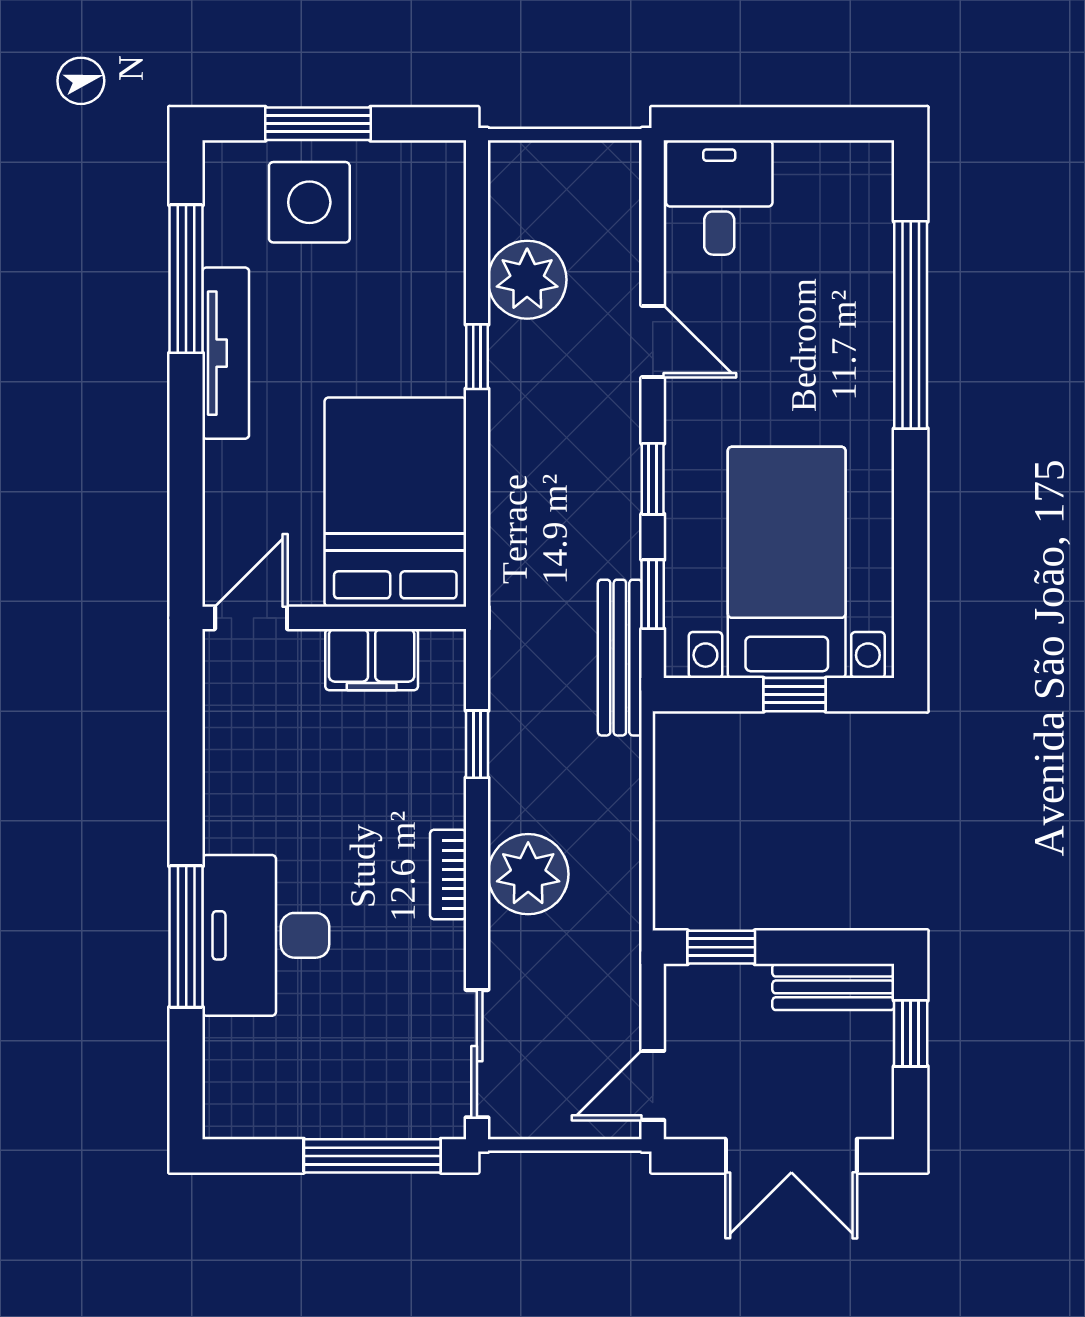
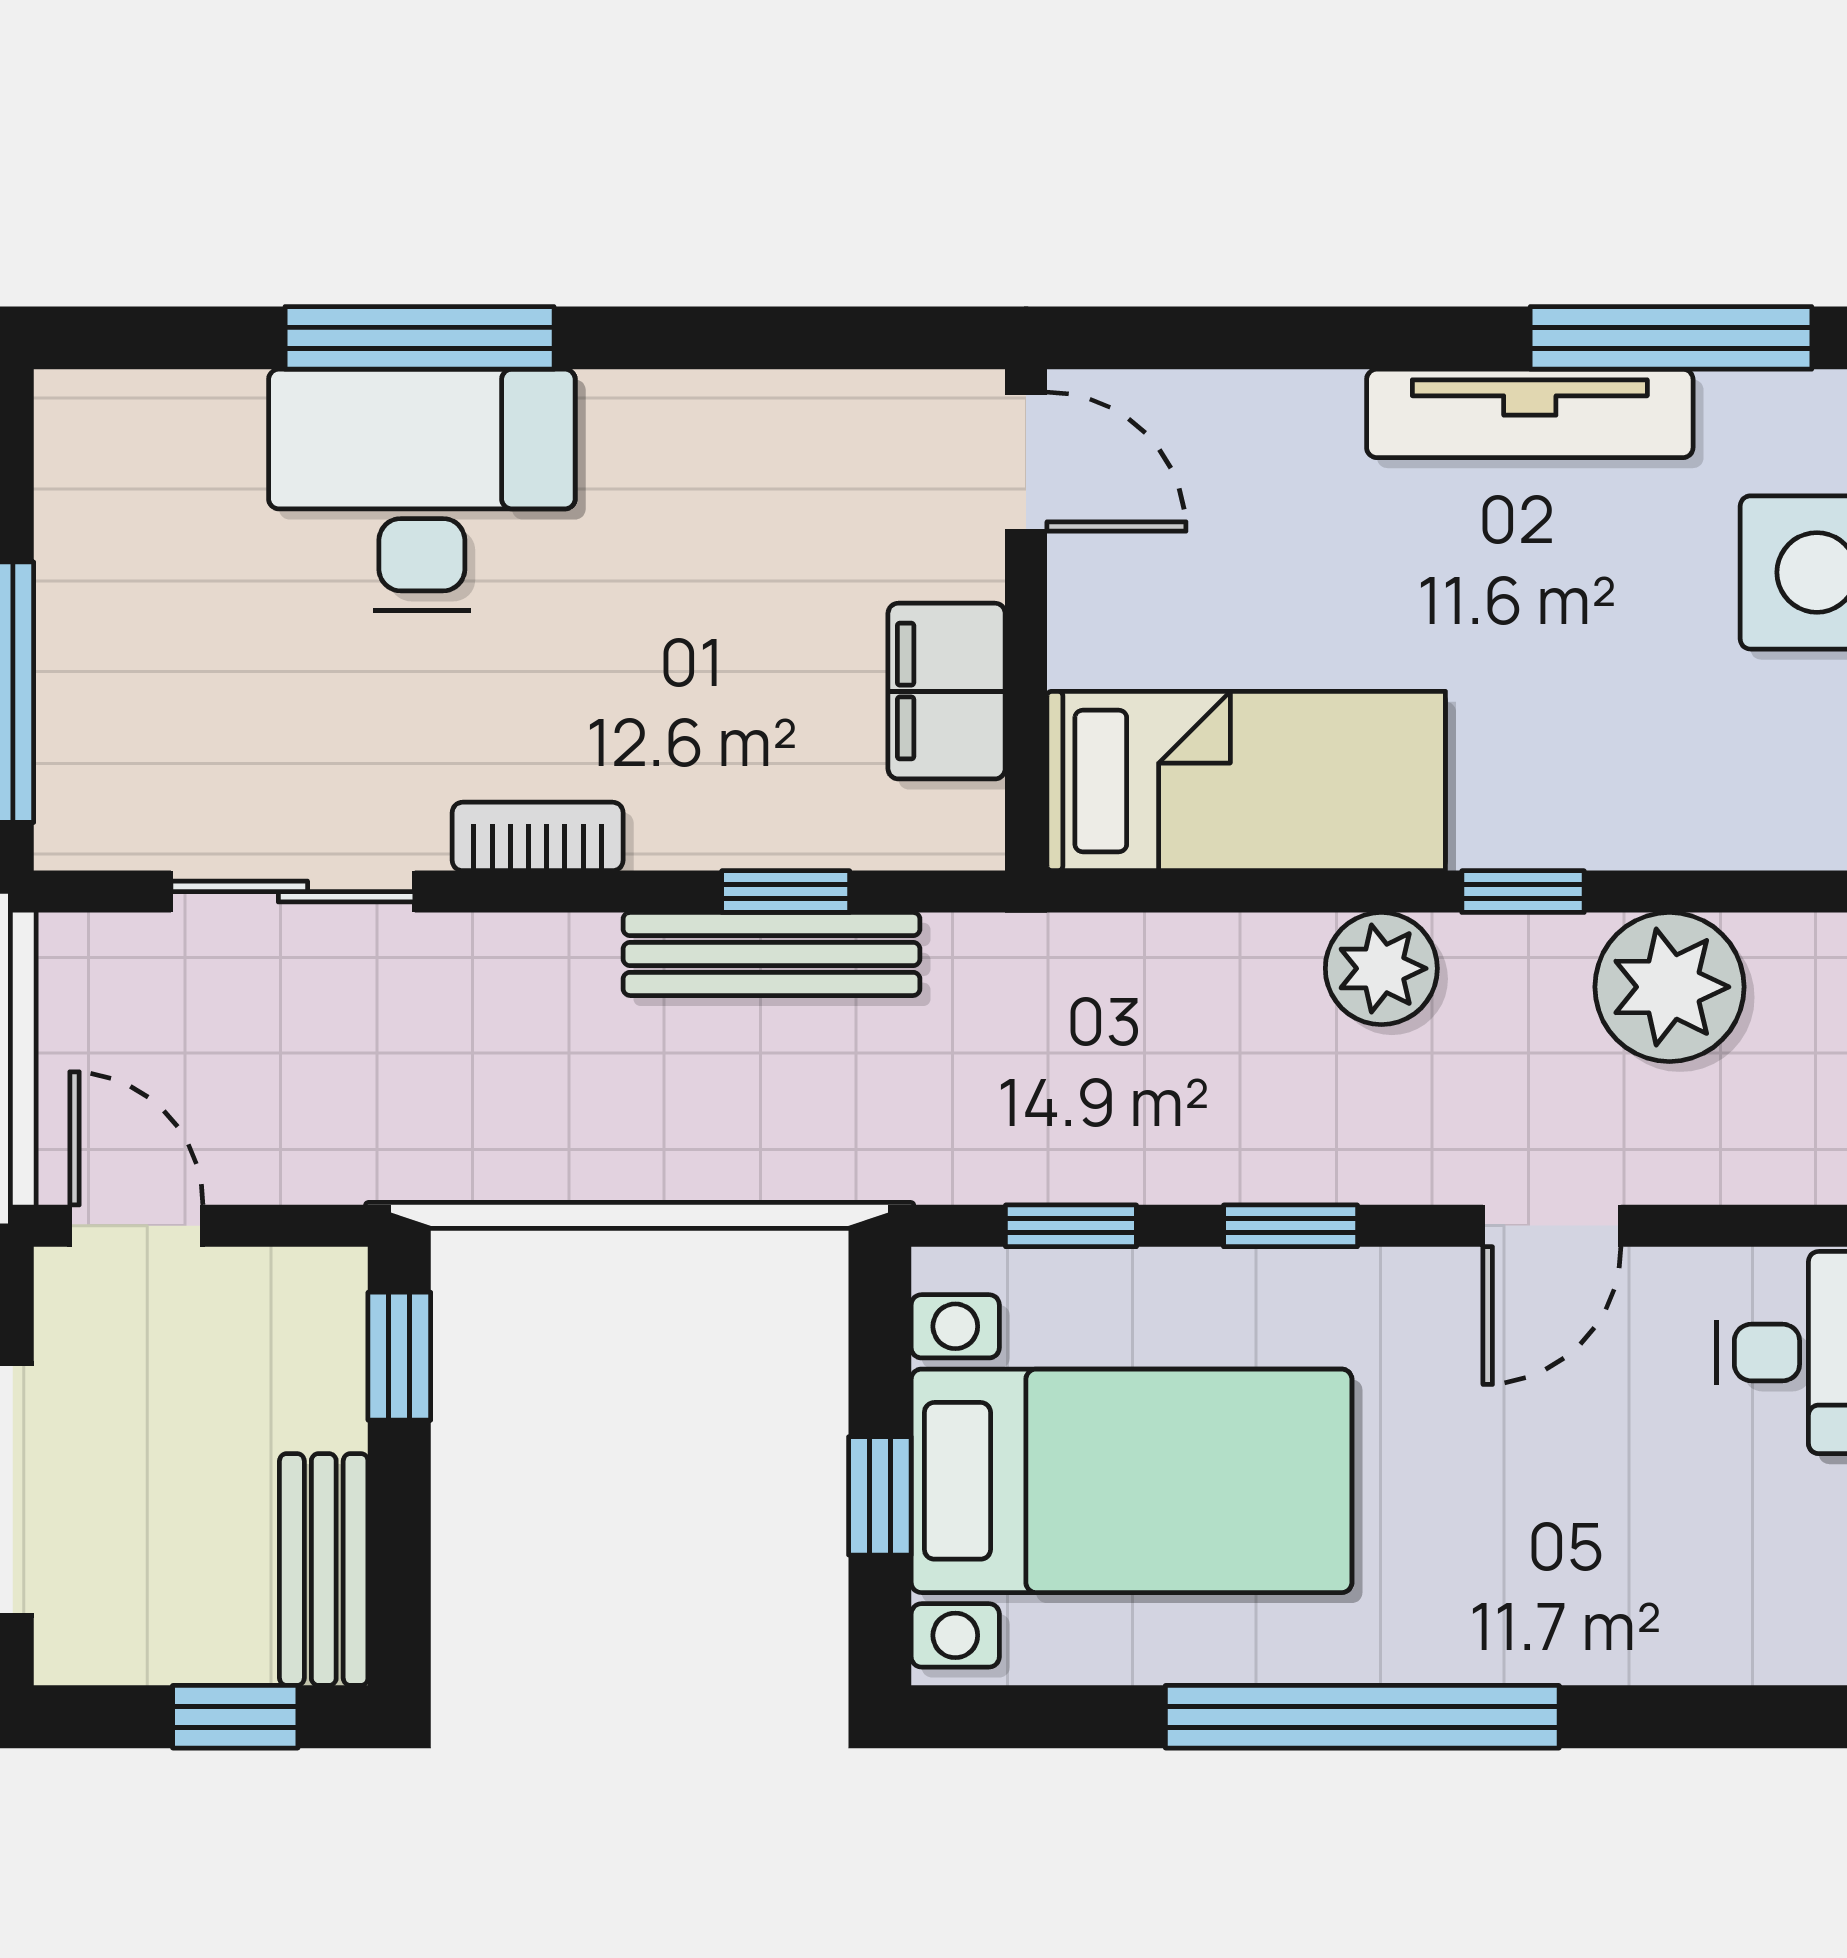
window: (911, 325) -> (1362, 1717), moved
bed: (395, 502) -> (1246, 781), width x0.67
bench: (620, 658) -> (772, 954), moved
plant: (528, 874) -> (1381, 968), moved, width x0.73, depth x0.73
sliding door: (477, 1054) -> (293, 892), moved

